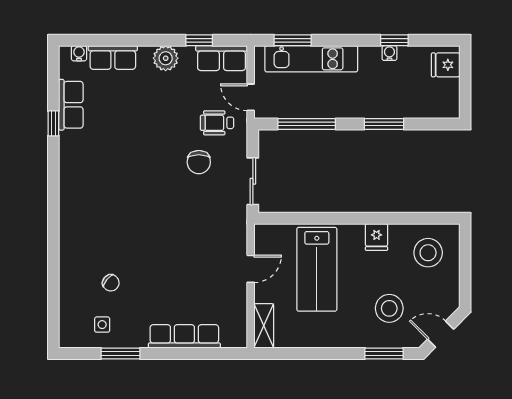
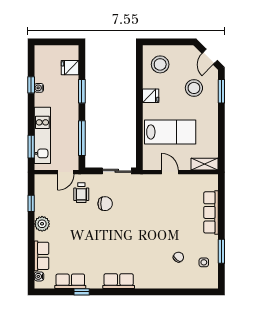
row of seats: (222, 58) -> (119, 281), moved, turned -90
fridge: (446, 65) -> (70, 68), moved, turned 90

